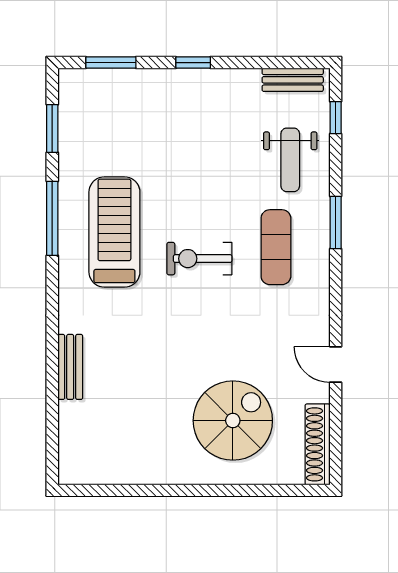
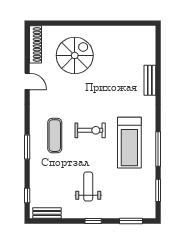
weight bench: (290, 160) -> (88, 187), moved
spiral stairs: (233, 421) -> (75, 55), turned 180

